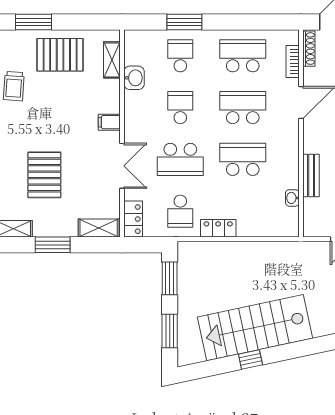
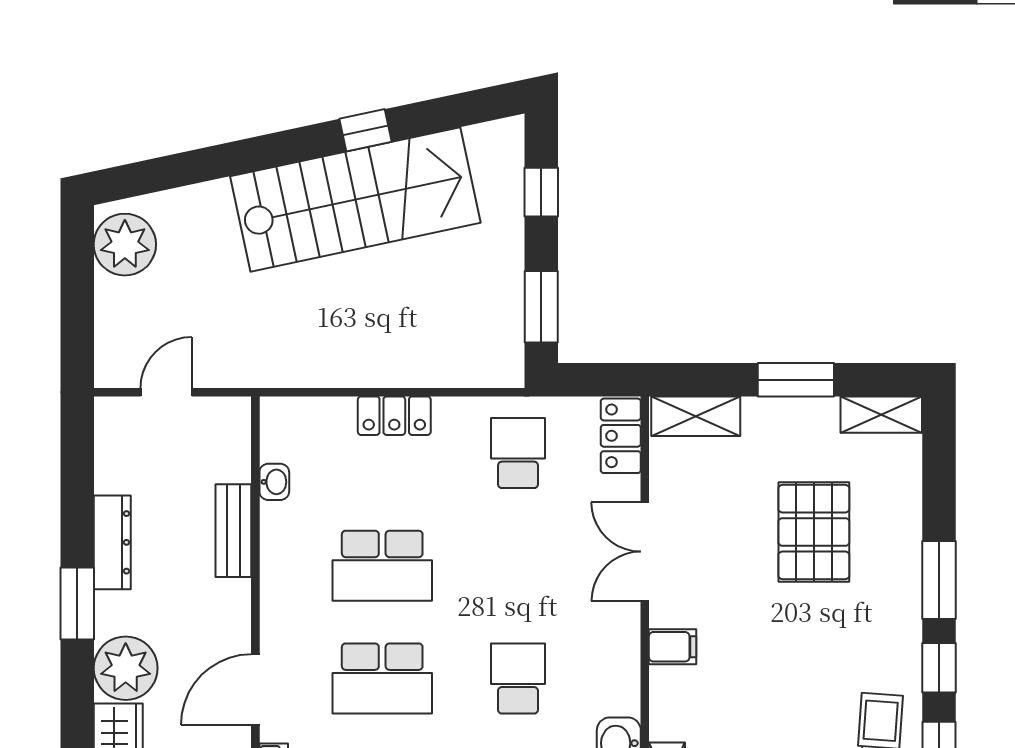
school desk: (180, 108) -> (518, 678), turned 180
school desk: (180, 159) -> (518, 566), removed
locker: (218, 228) -> (394, 416), moved
window: (170, 331) -> (541, 192), width x0.67

